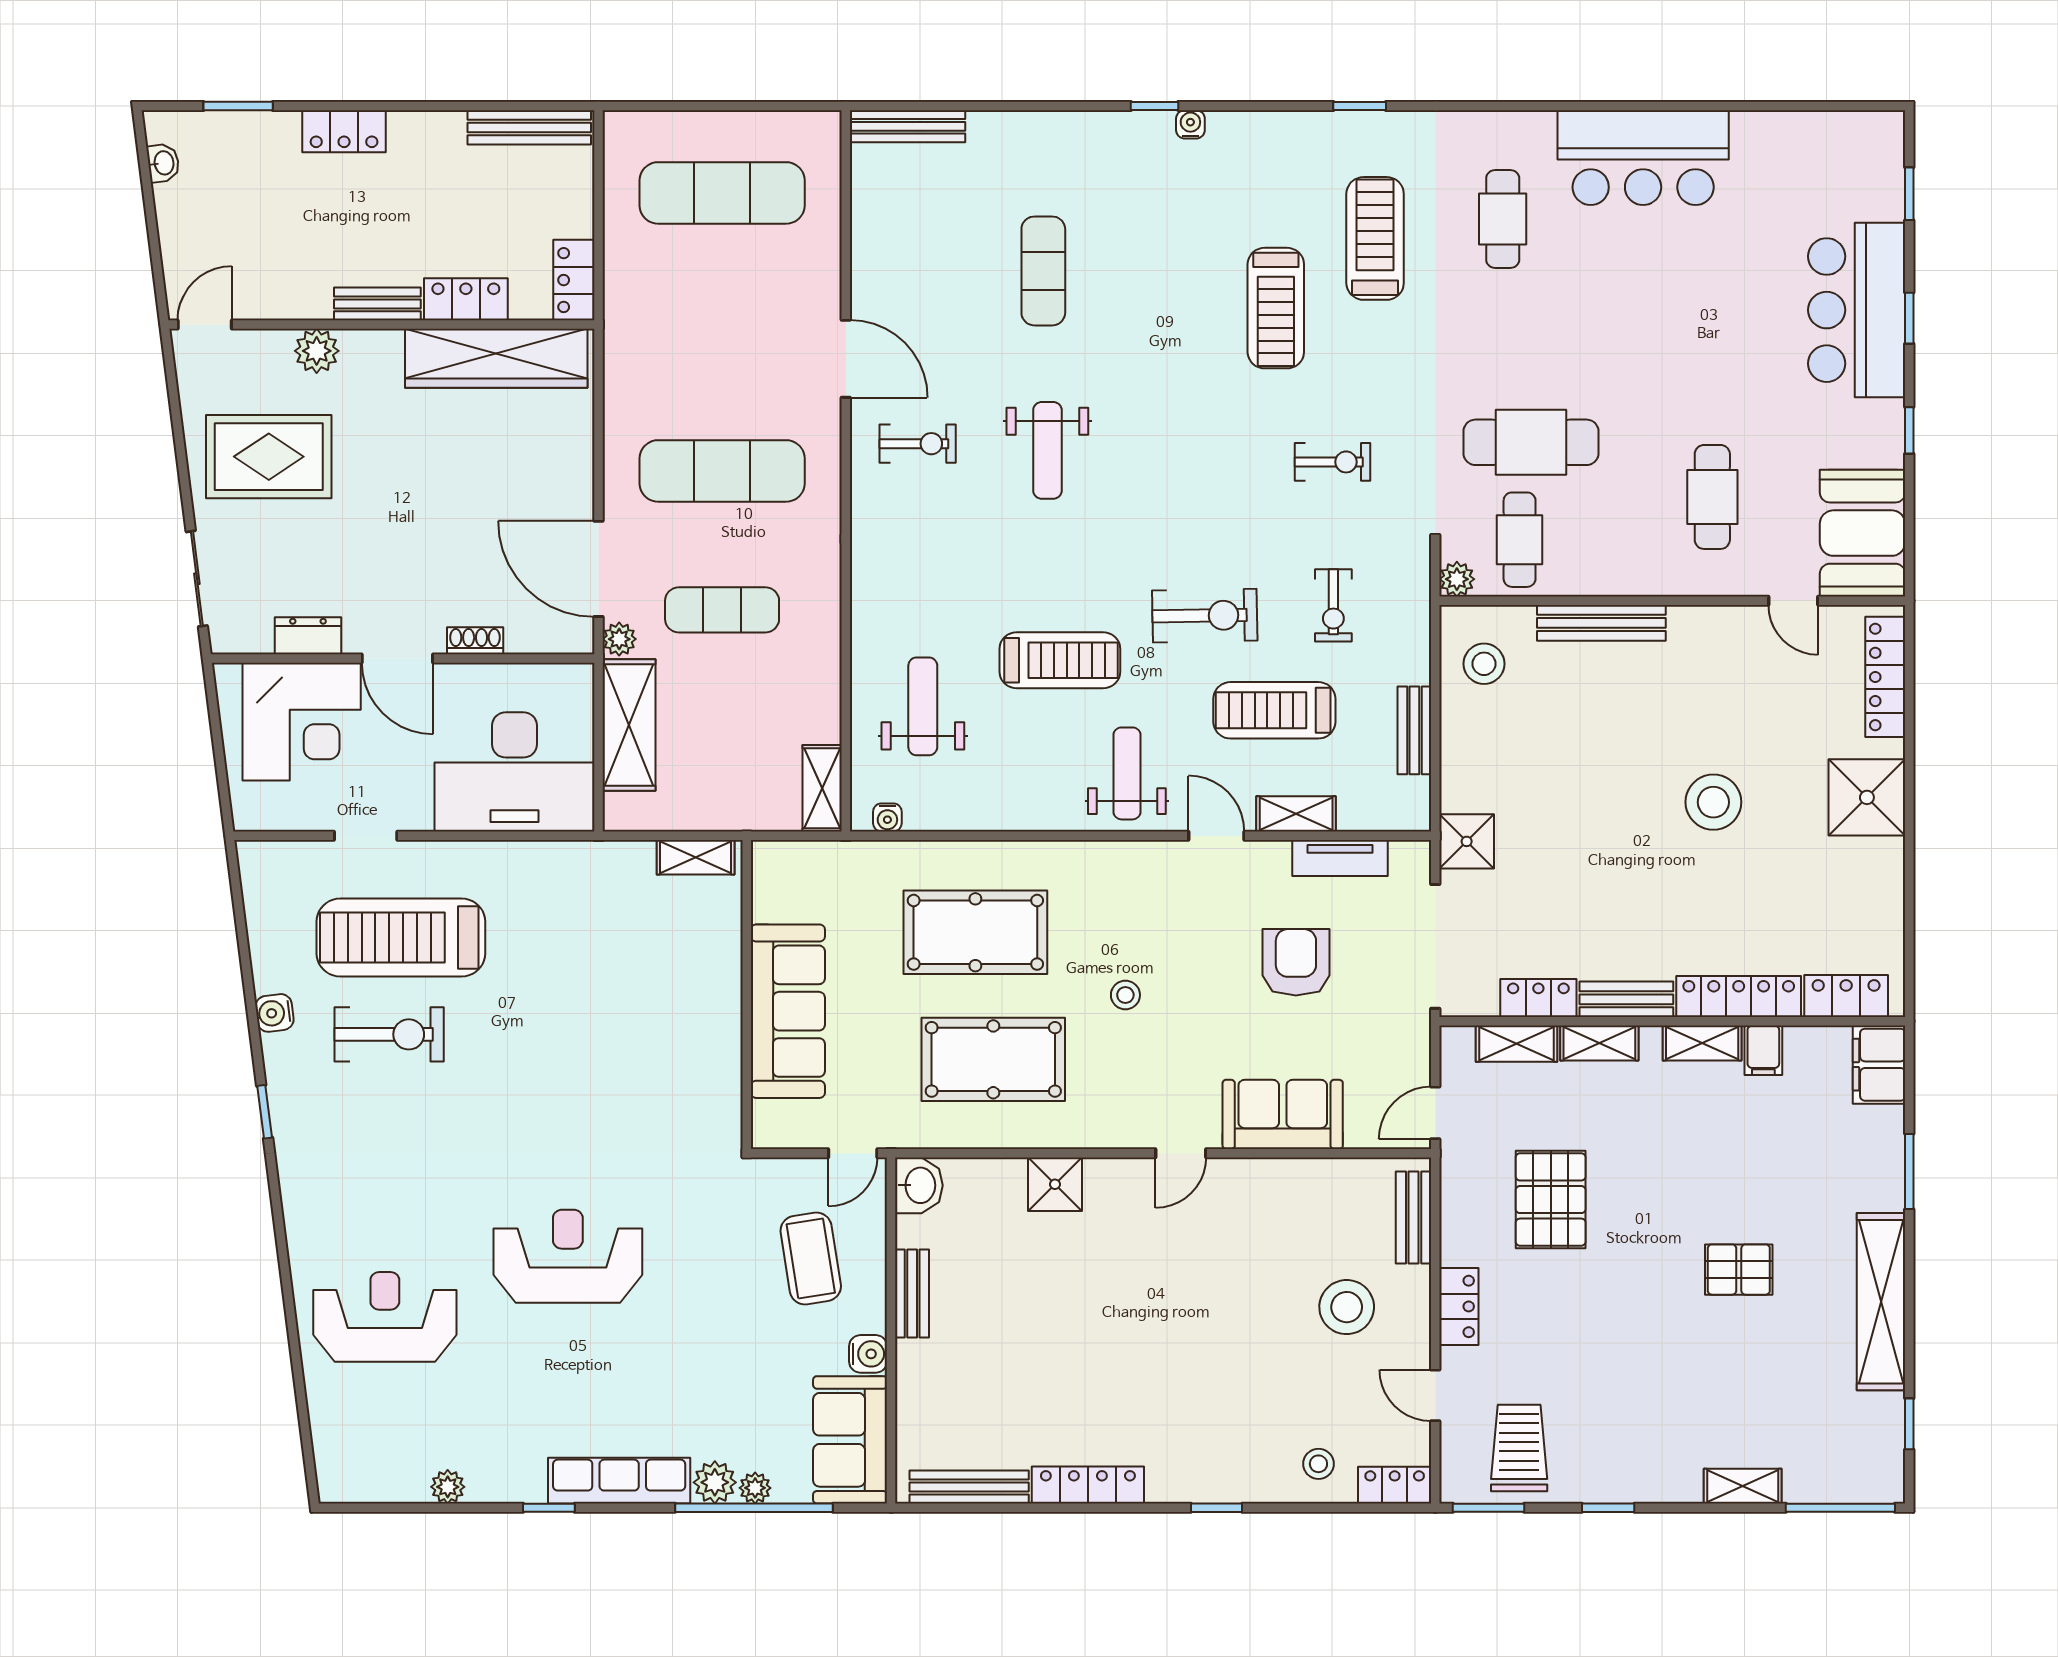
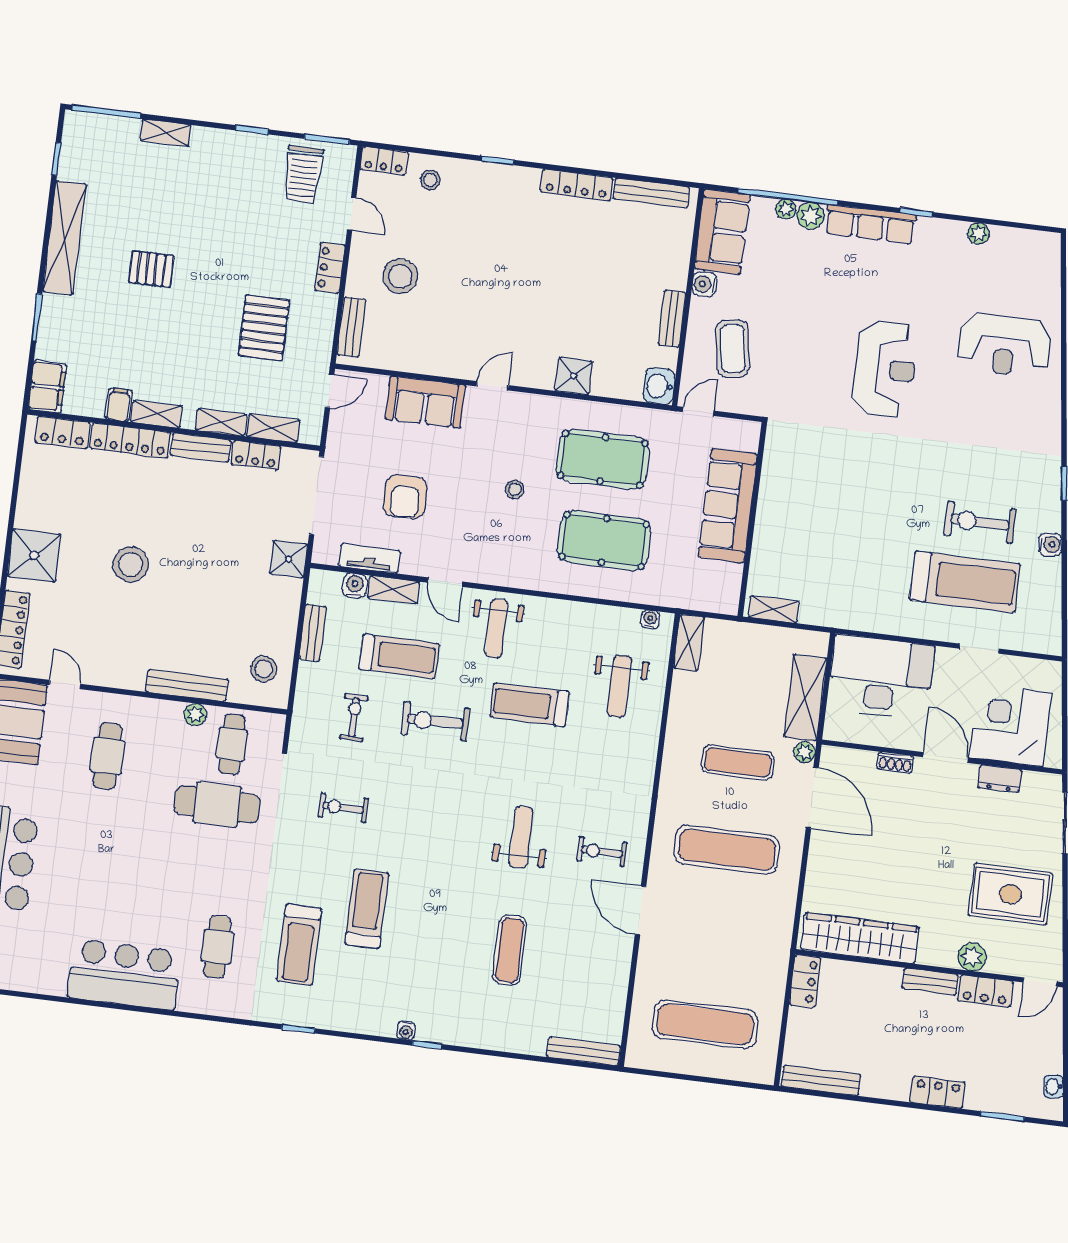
locker: (466, 299) -> (985, 991), moved
plant: (1457, 579) -> (195, 715), moved
water cooler: (1358, 813) -> (355, 585), added
reception desk: (568, 1256) -> (885, 369), turned -90

